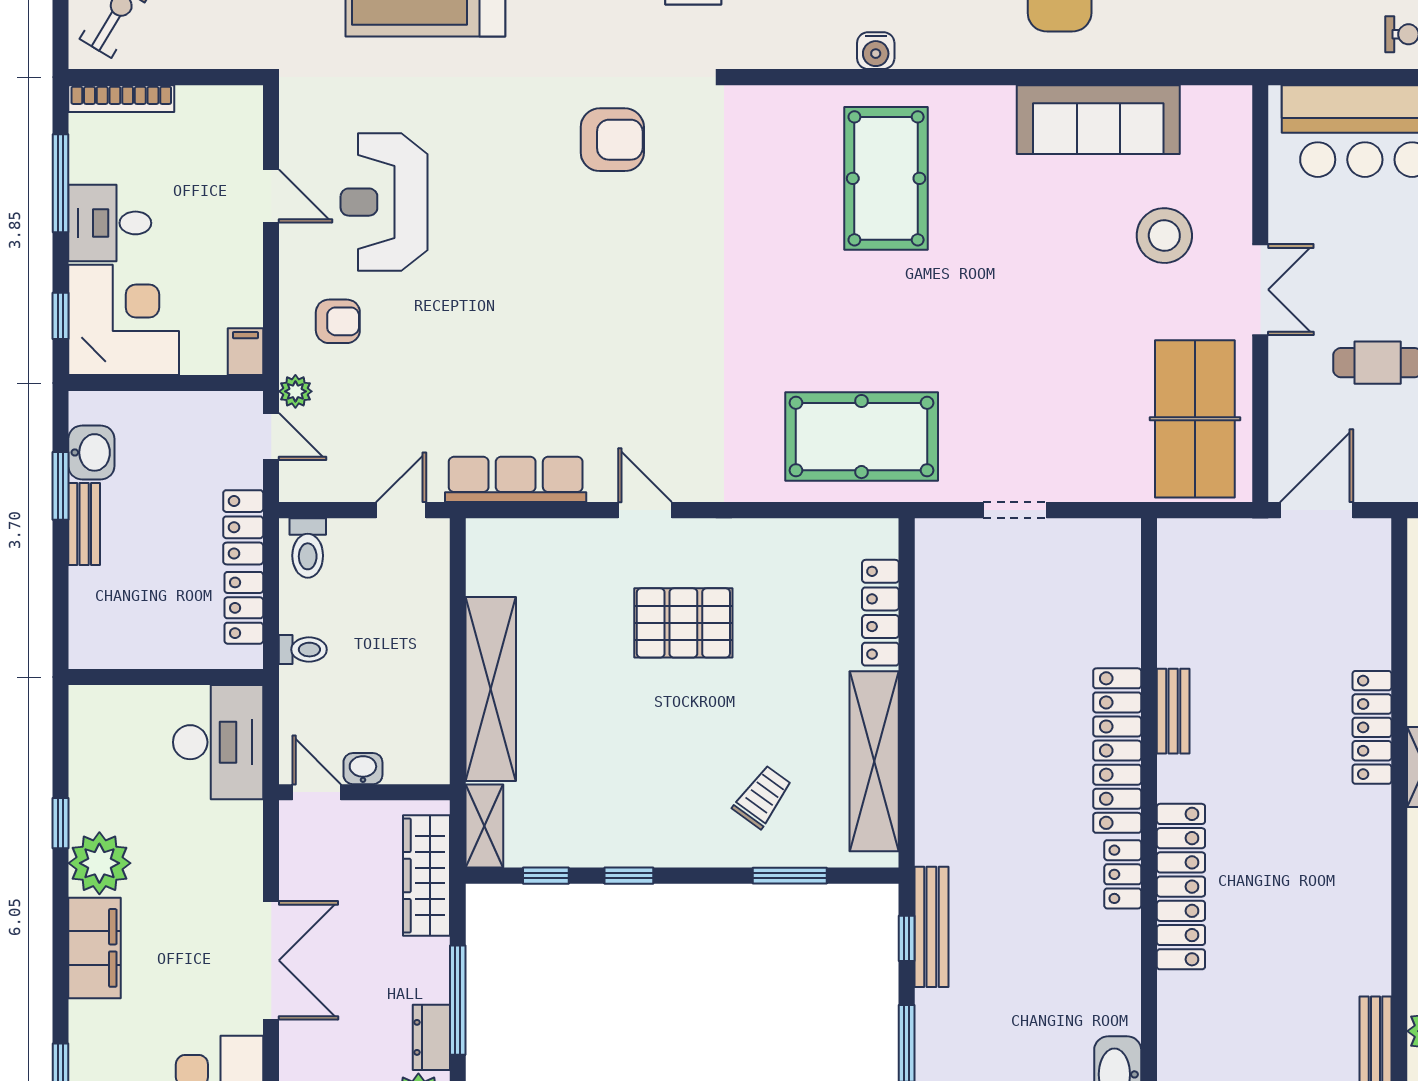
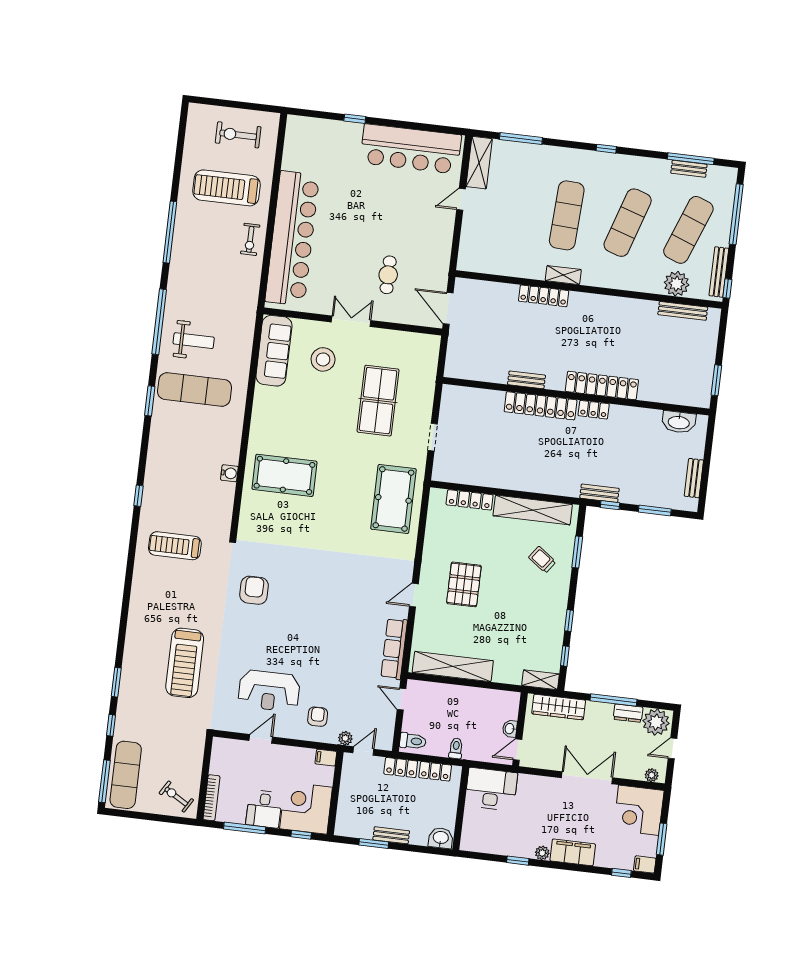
sofa: (1098, 120) -> (274, 351), moved
table tennis table: (1195, 419) -> (378, 401), moved, turned 90
washbasin: (91, 452) -> (441, 838), moved
shelving: (491, 689) -> (453, 667), moved
plant: (99, 863) -> (542, 853), width x0.53, depth x0.53
bench: (931, 927) -> (599, 493), width x0.73

